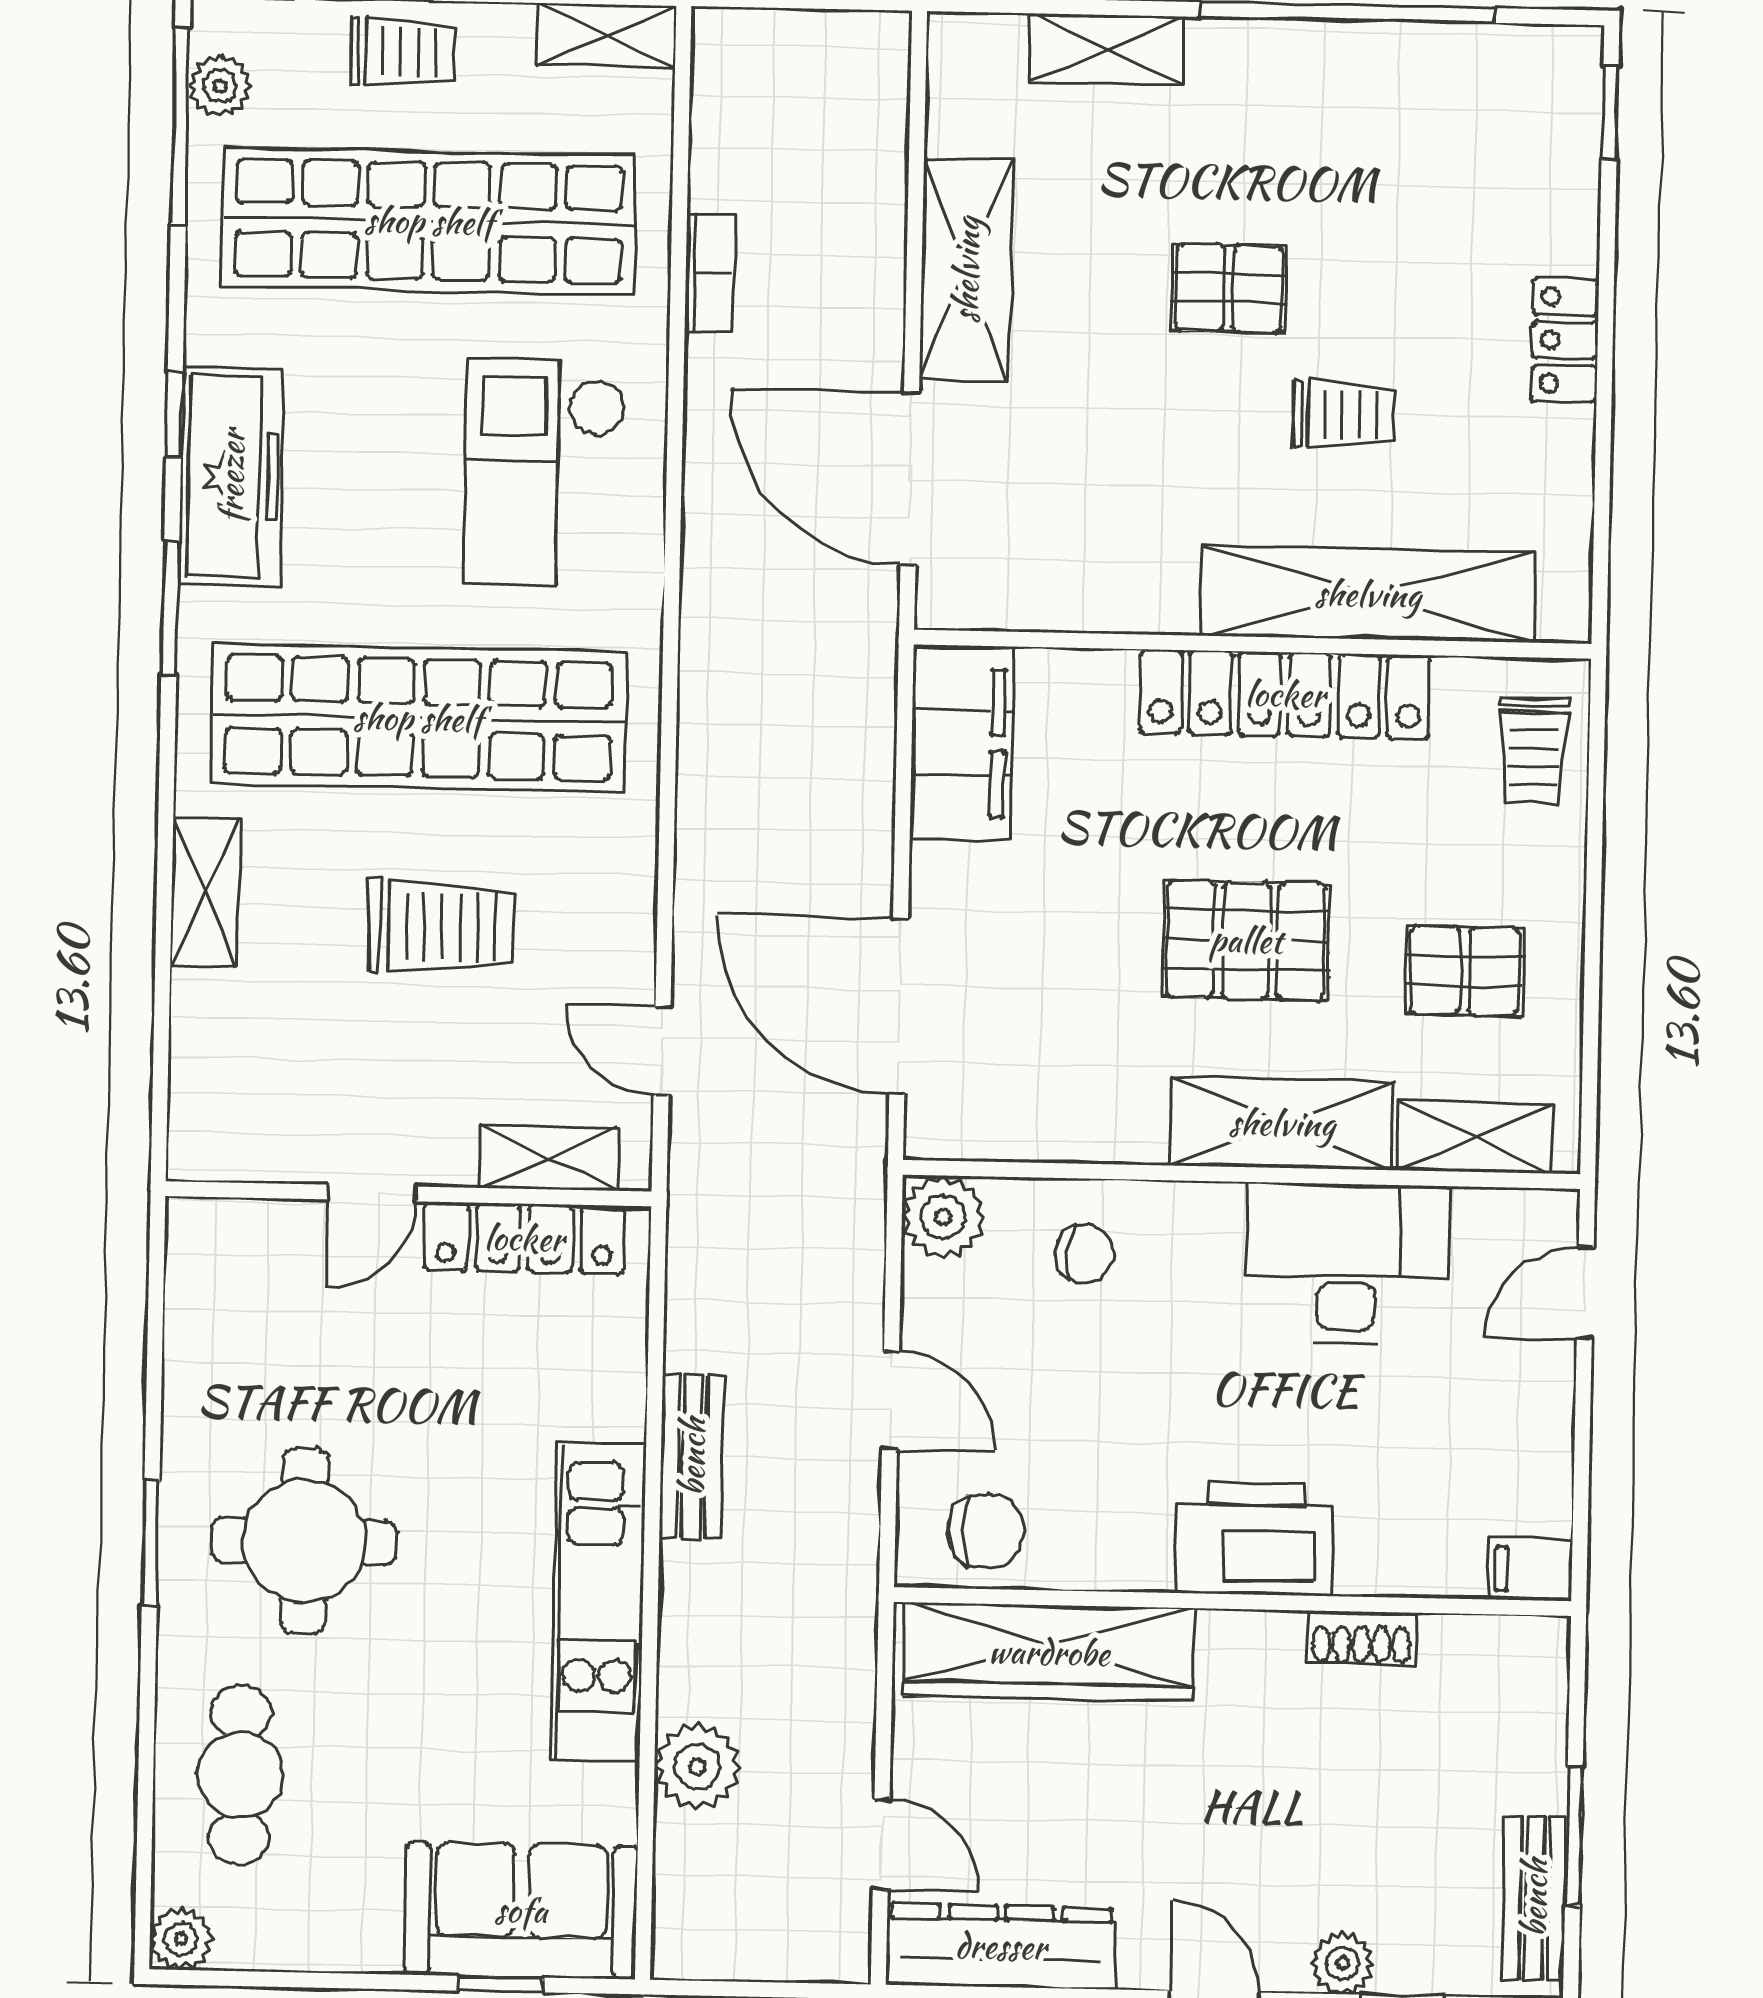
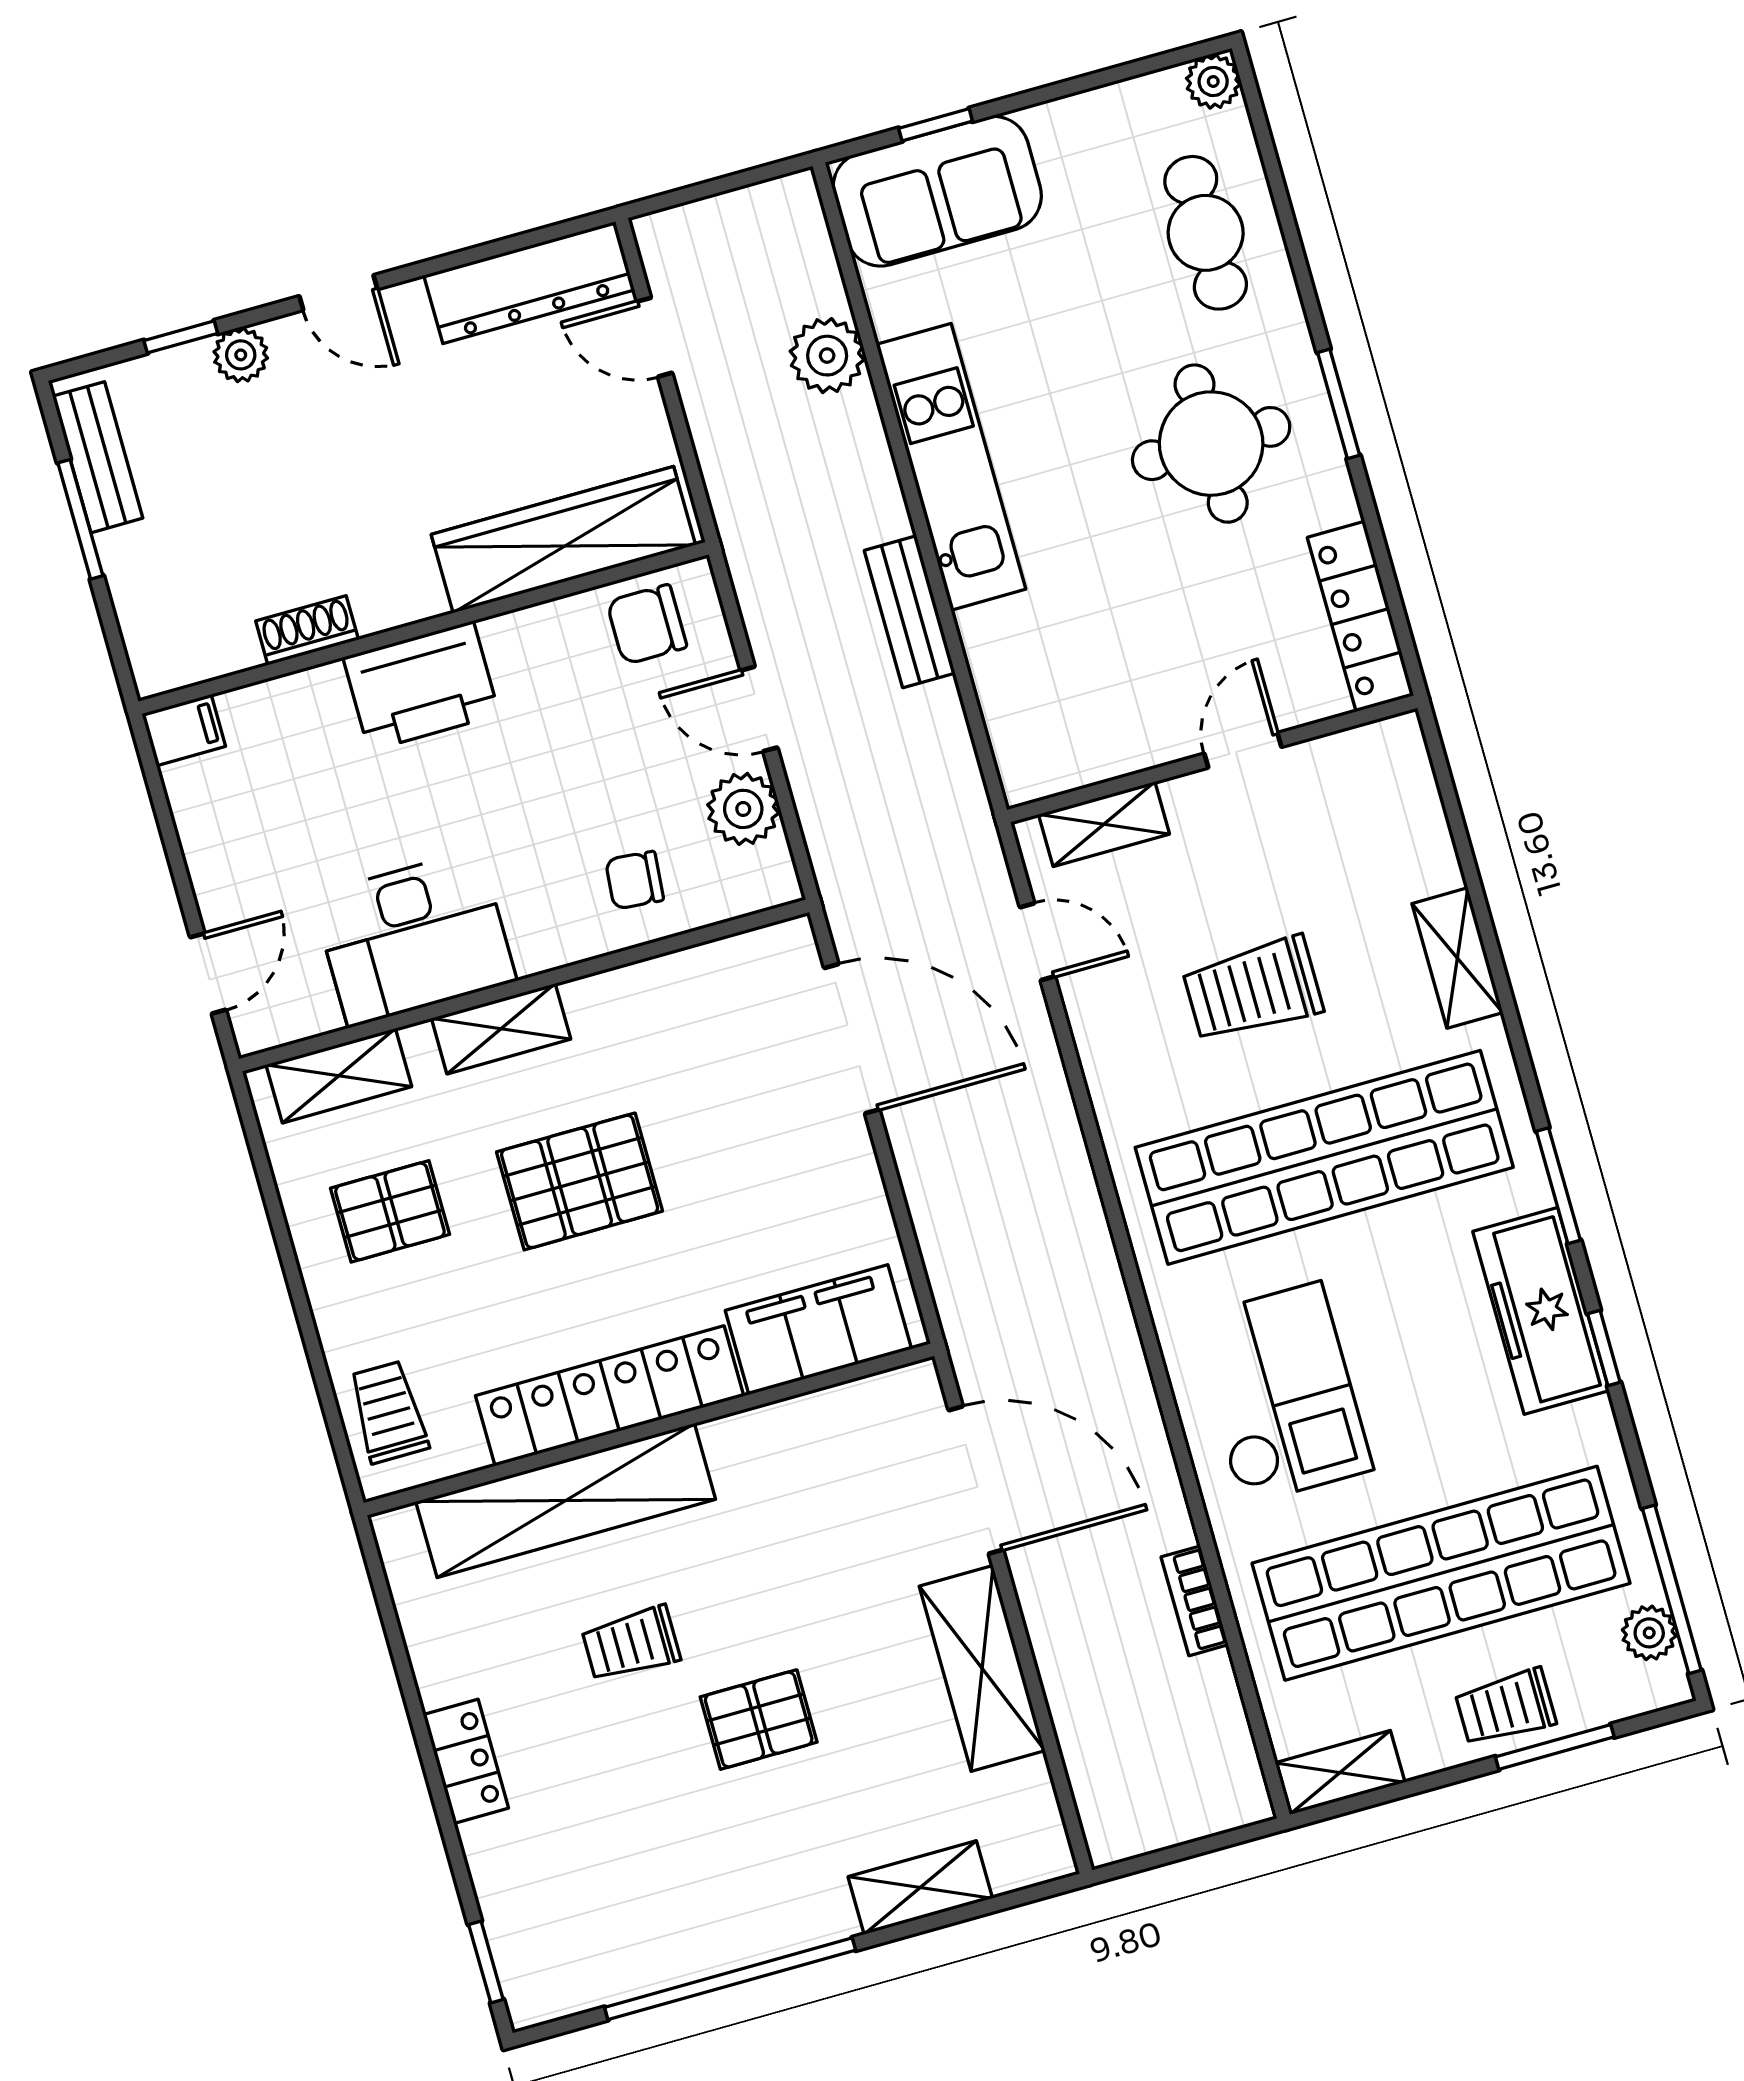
filing cabinet: (962, 743) -> (818, 1330), moved, turned 90
shelving: (1282, 1123) -> (501, 1029), width x0.67, depth x0.75
plant: (943, 1217) -> (743, 809), moved
locker: (524, 1238) -> (1361, 616), moved, turned -90

